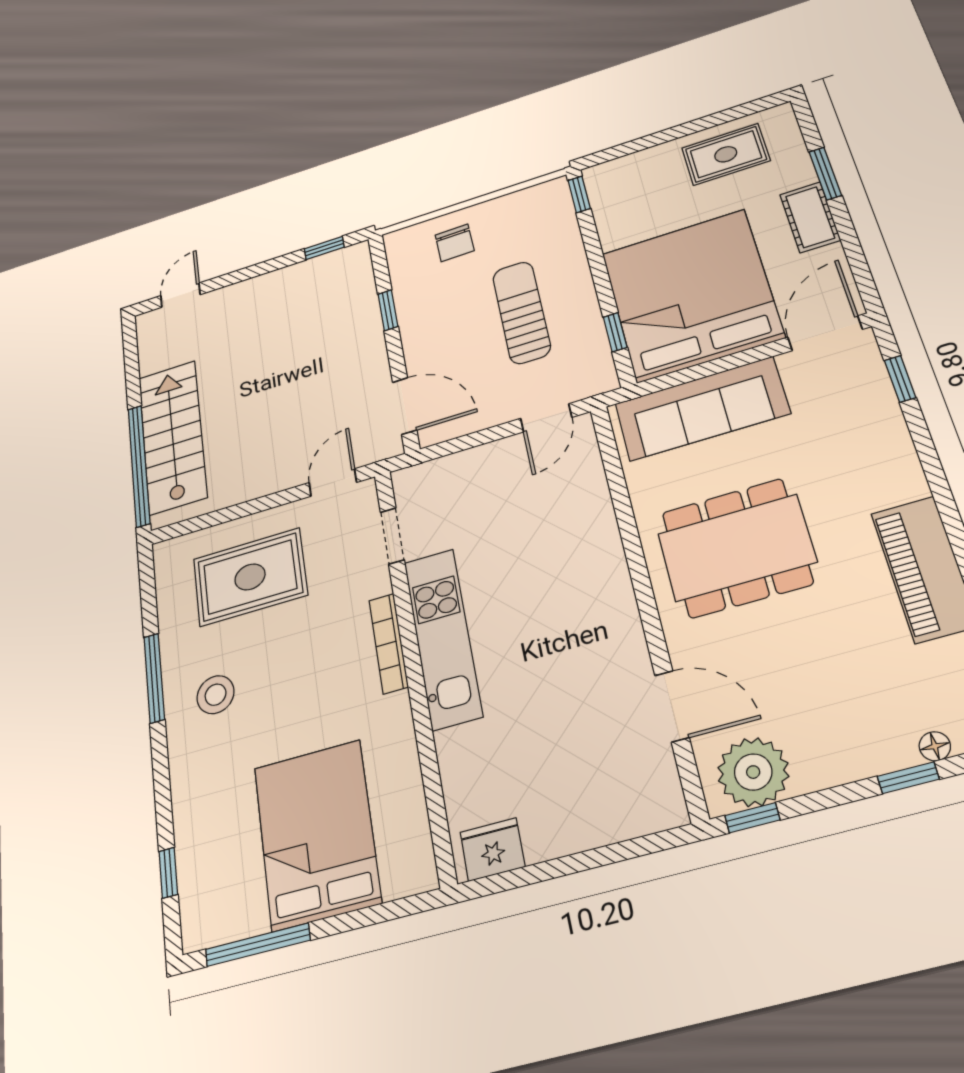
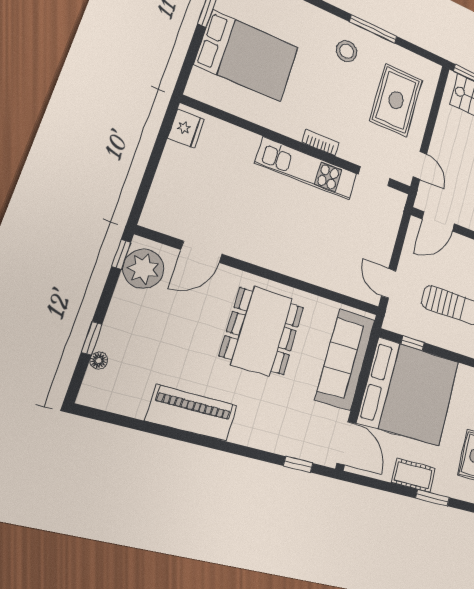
bookcase: (389, 643) -> (321, 143), width x0.64

